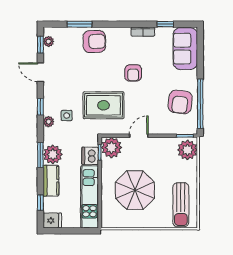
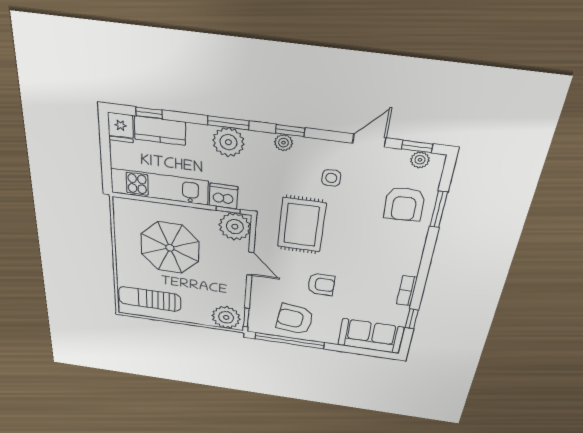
armchair: (94, 42) -> (404, 204), moved
armchair: (133, 73) -> (321, 284), moved, turned 180
window: (40, 107) -> (290, 131), moved
side table: (67, 116) -> (331, 178), moved
kitchen counter: (51, 181) -> (160, 131), moved

